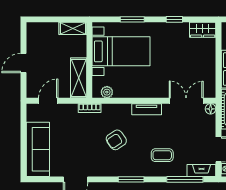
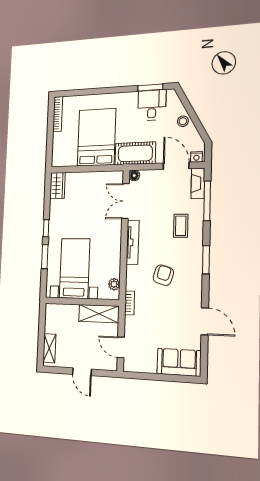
window: (174, 19) -> (46, 228), moved
shelving: (73, 28) -> (49, 348), moved
tv unit: (147, 109) -> (133, 242), width x1.41
armchair: (116, 140) -> (163, 275), turned -129
sofa: (38, 149) -> (179, 362), width x0.73

